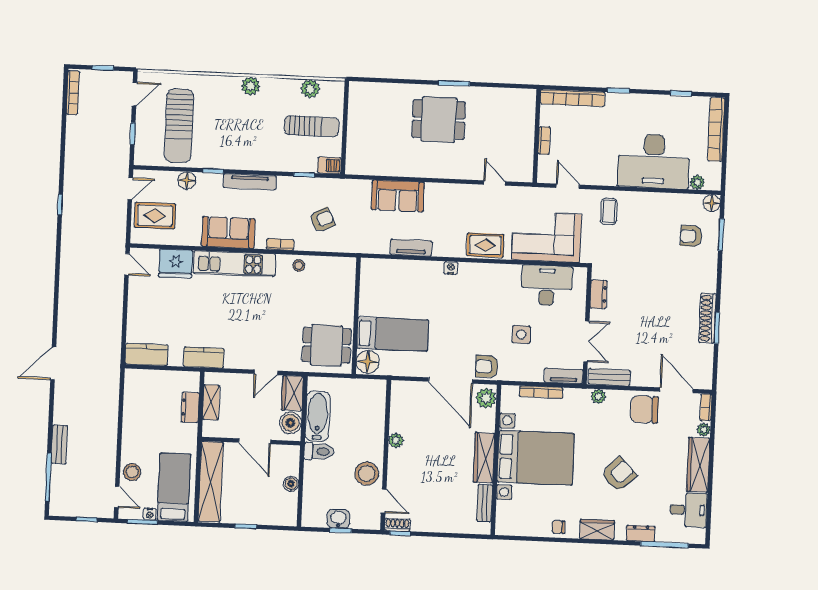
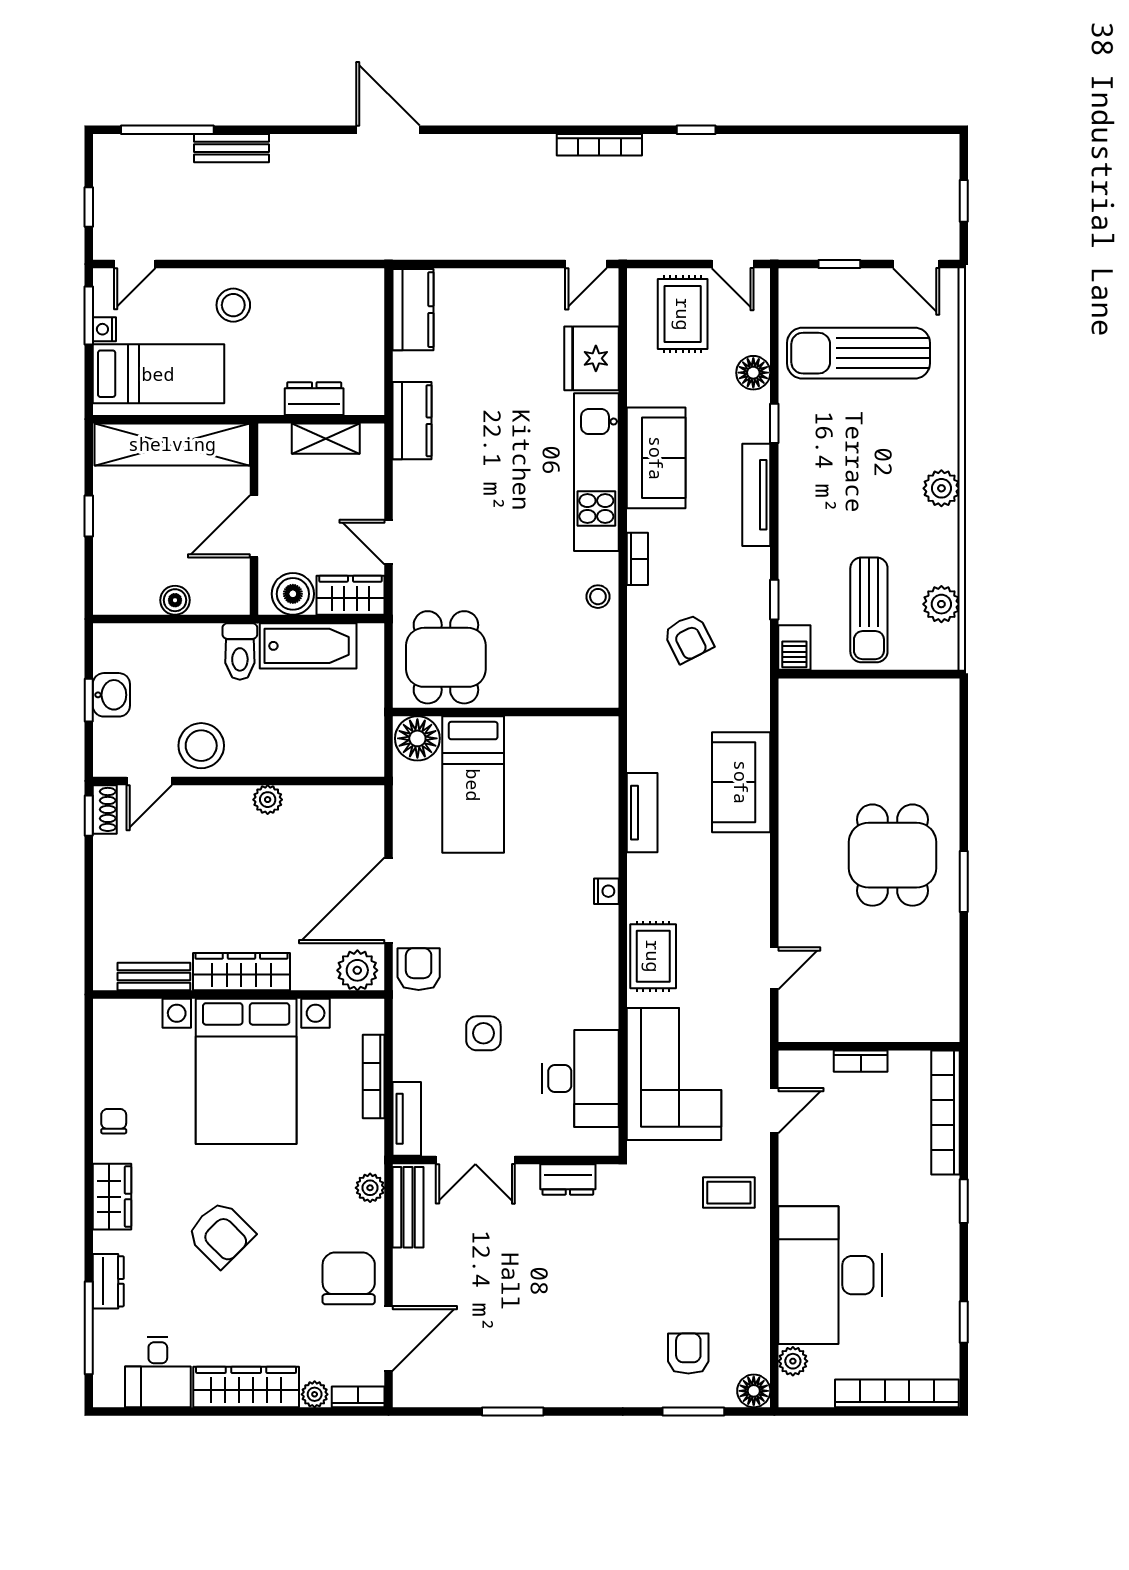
bookcase: (73, 93) -> (599, 145), moved
shoe rack: (707, 318) -> (531, 1392), removed
stool: (132, 472) -> (233, 305), moved

